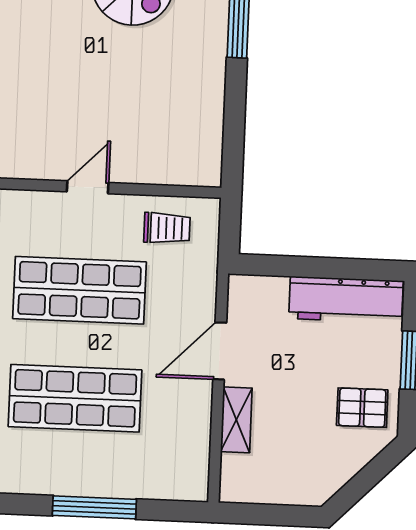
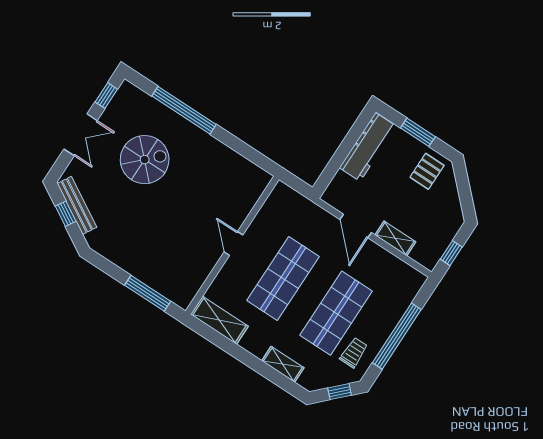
trolley: (167, 228) -> (354, 353), moved
window: (94, 507) -> (397, 336), width x1.46
window: (264, 514) -> (451, 253), added

